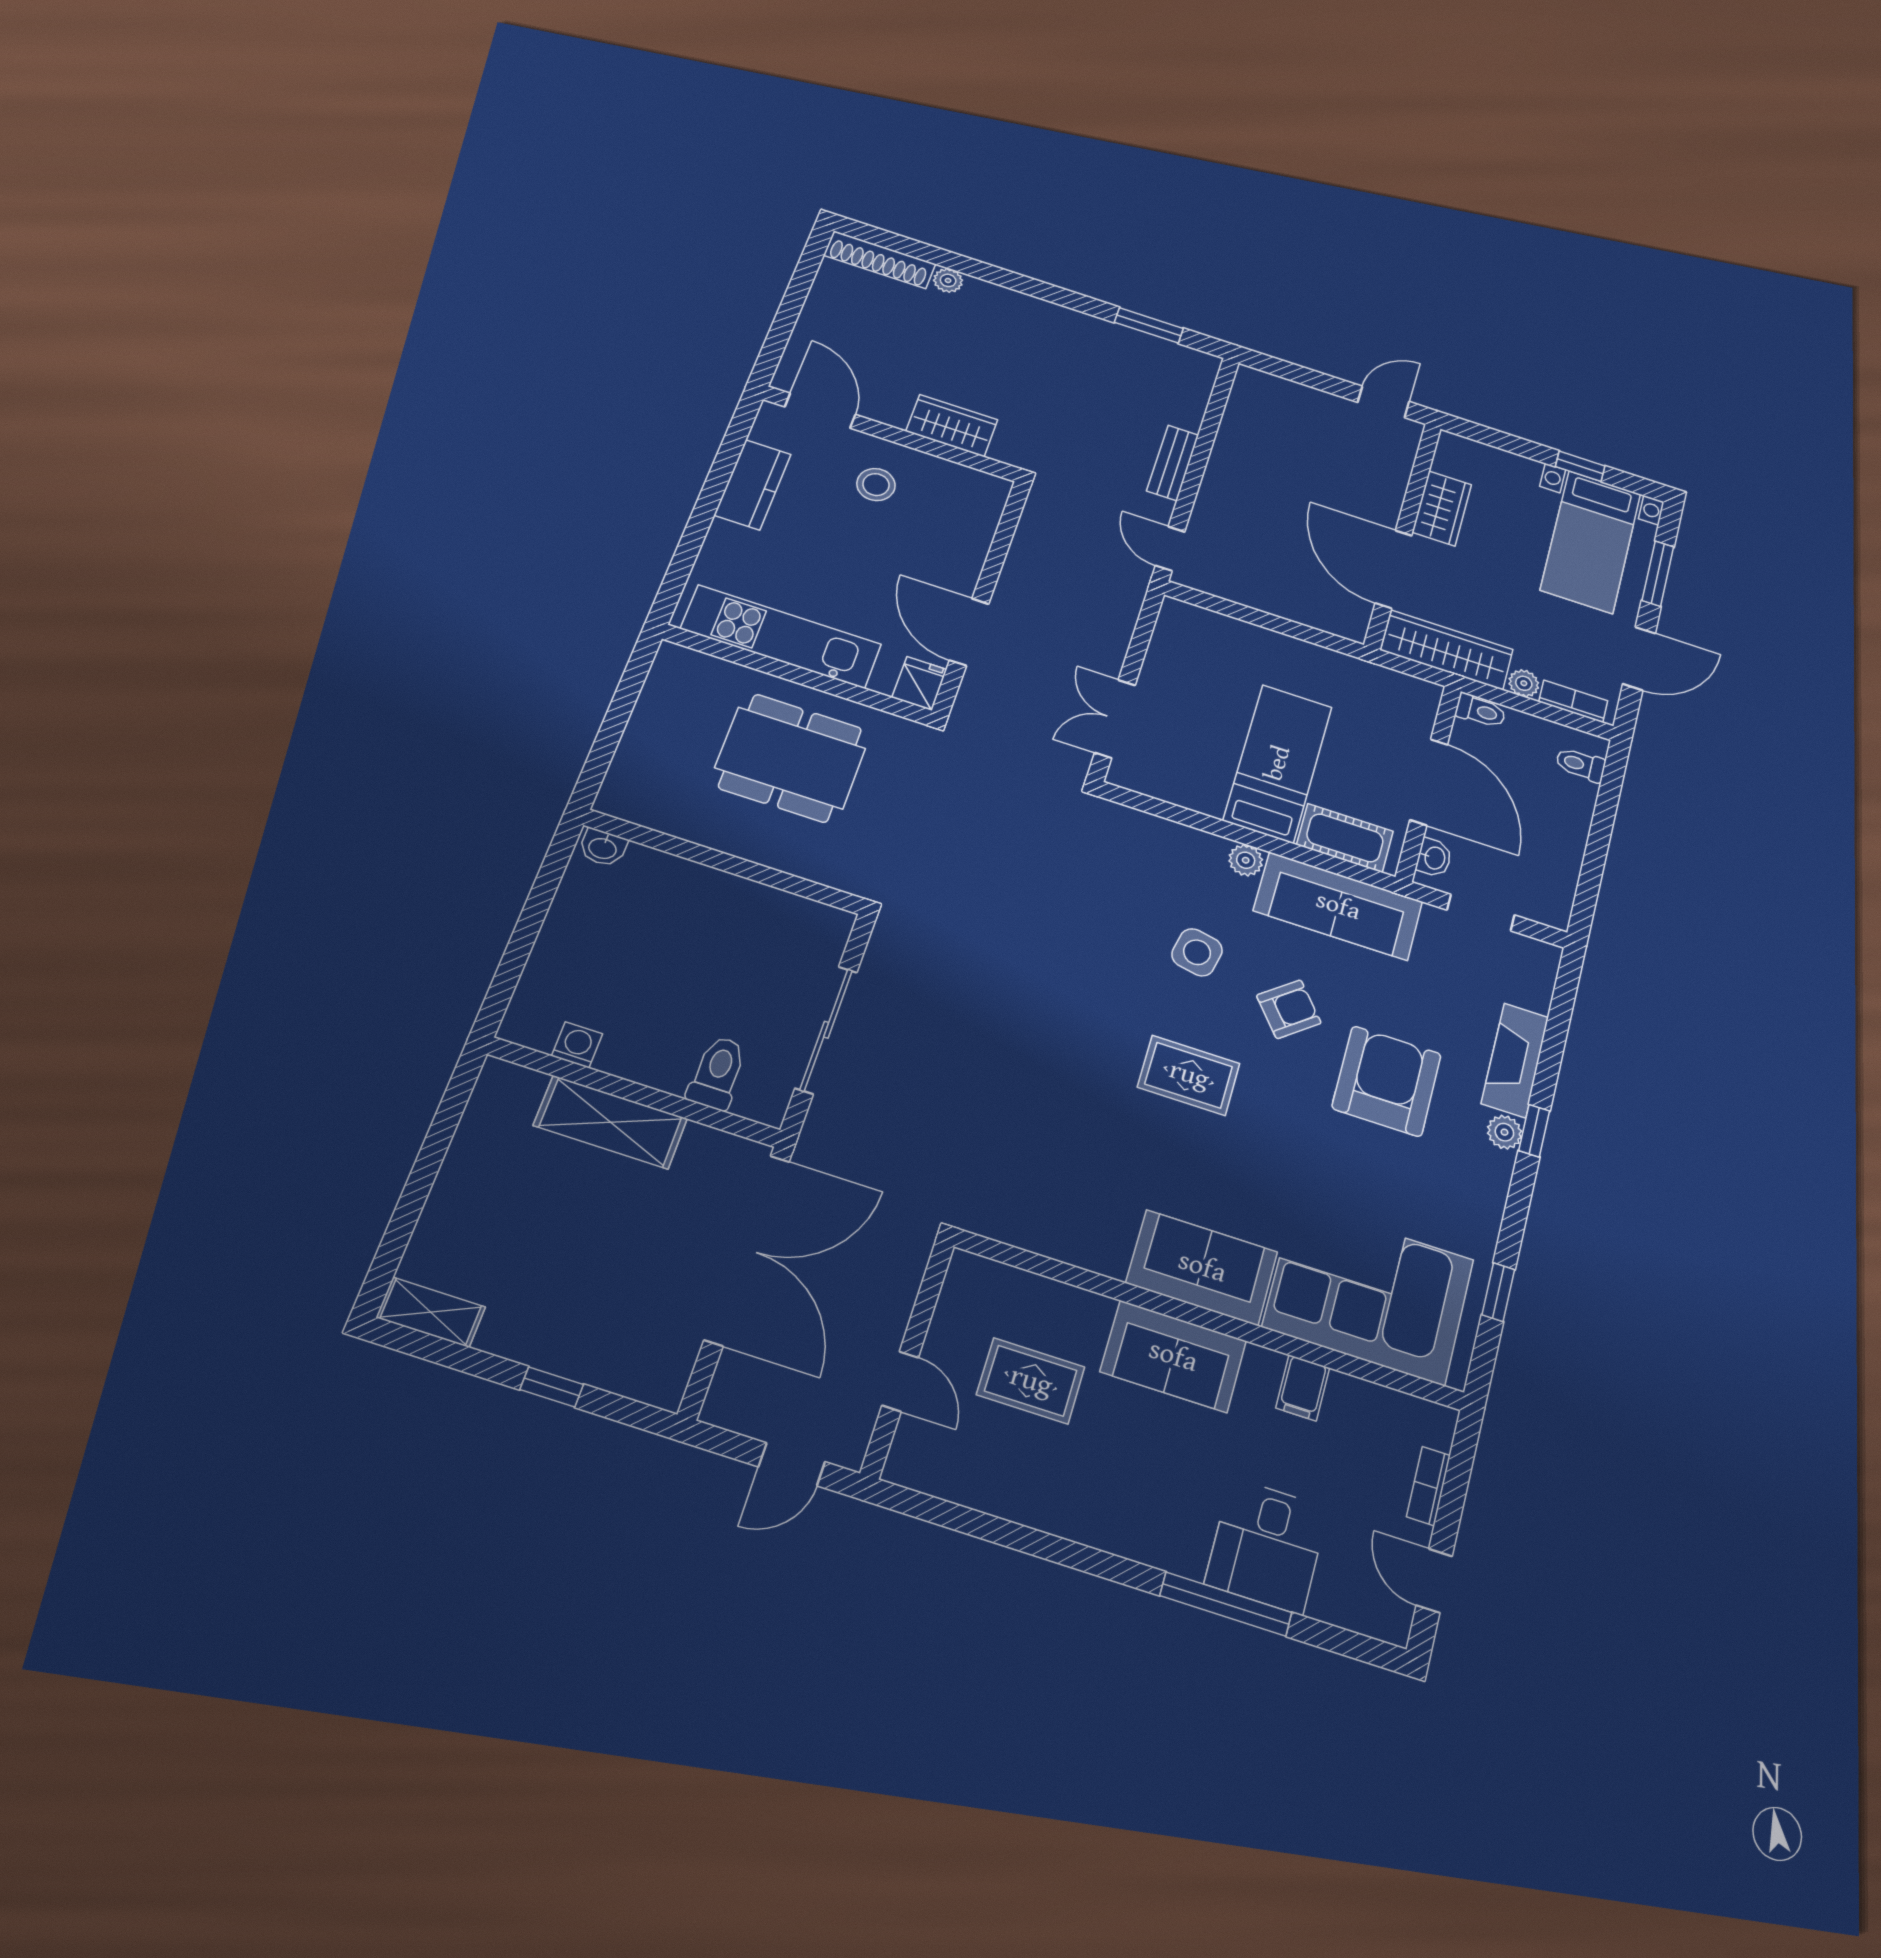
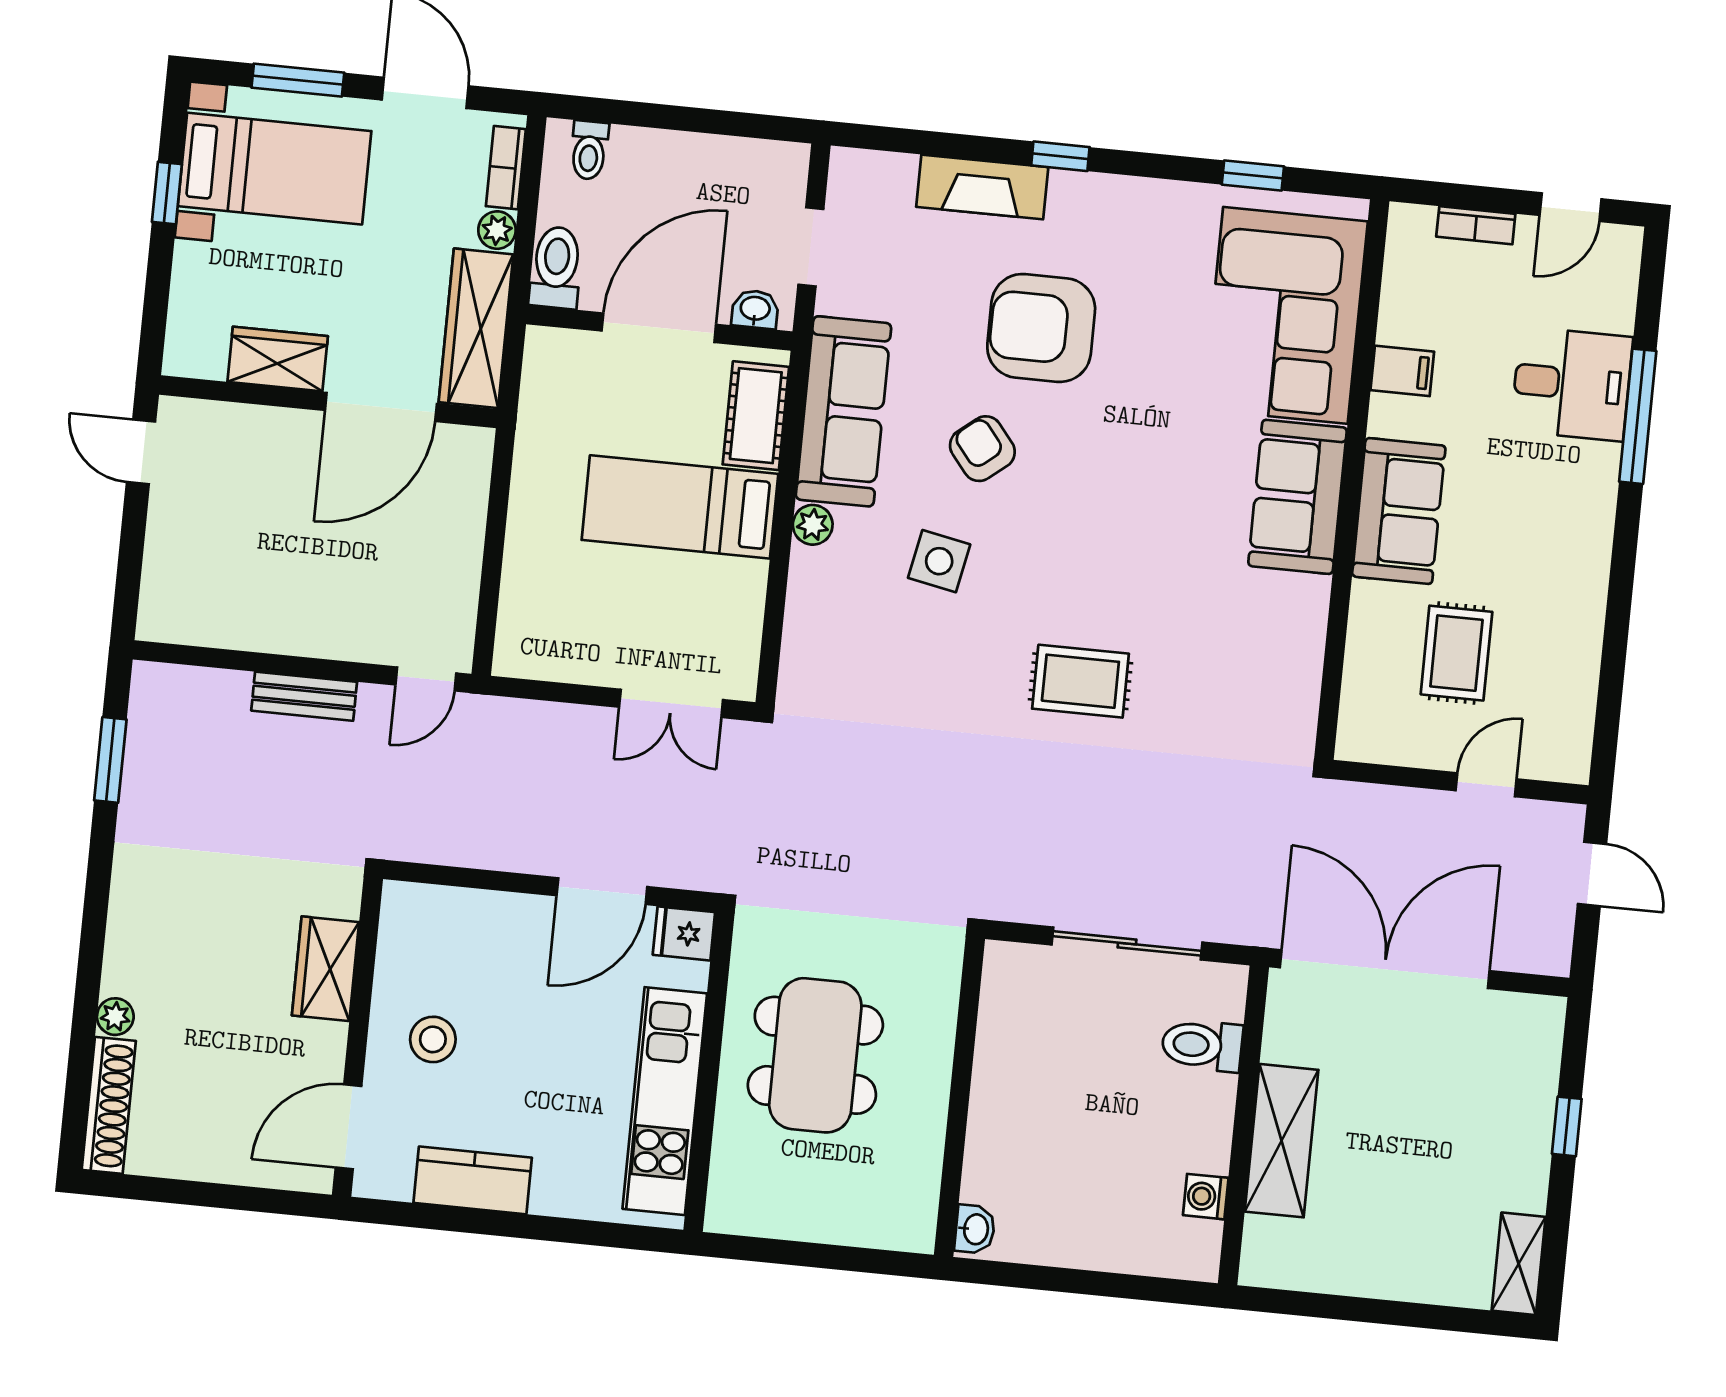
toilet: (1480, 711) -> (556, 267), width x1.37, depth x1.39
rug: (1189, 1075) -> (1080, 681), moved, turned 90
plant: (1504, 1132) -> (1070, 189), removed

